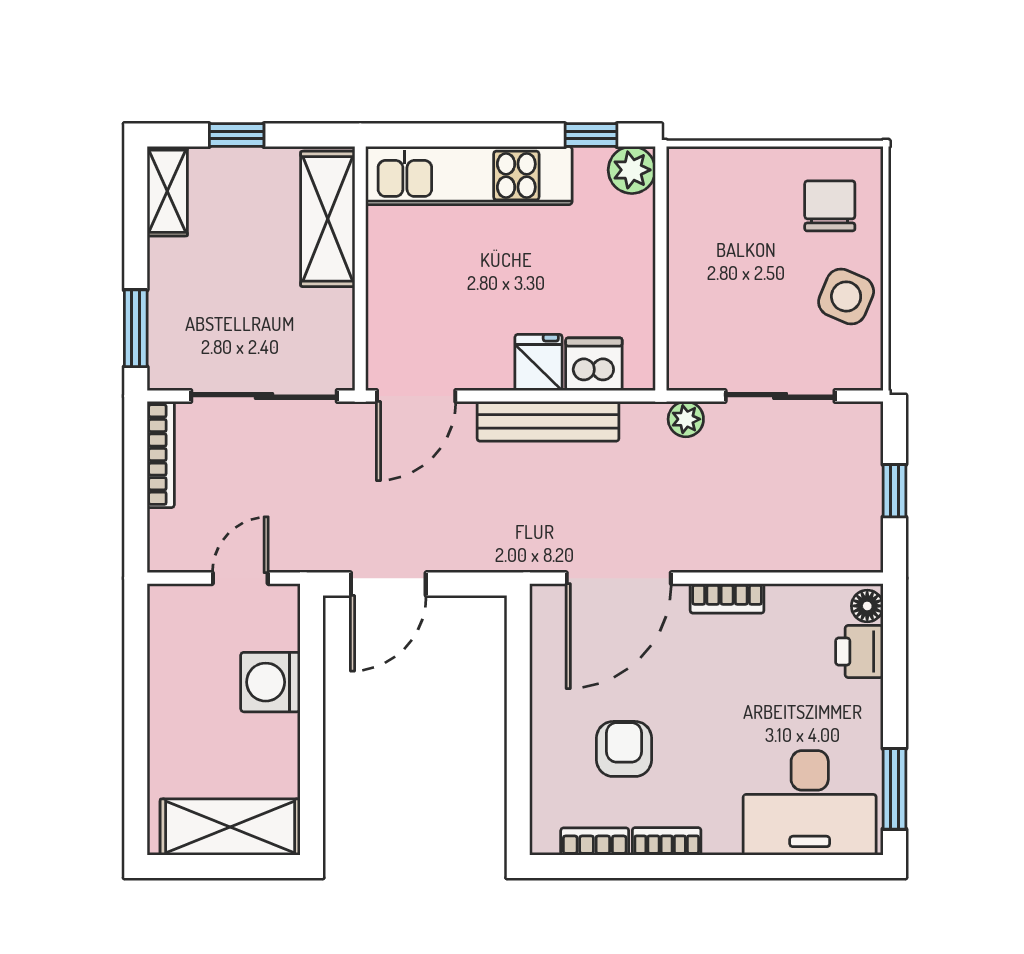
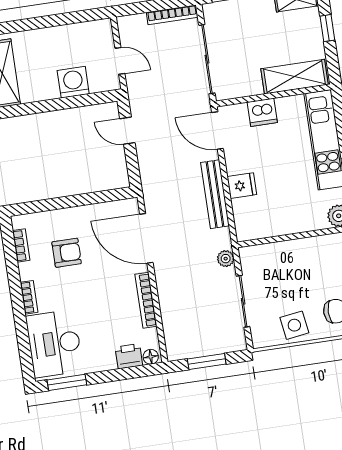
side table: (846, 296) -> (294, 325), turned -31
dishwasher: (594, 364) -> (262, 112), moved, turned 90
window: (894, 491) -> (207, 361), width x1.50
door: (388, 584) -> (127, 131), width x0.73
bookcase: (727, 598) -> (146, 300), width x1.56
bookcase: (667, 841) -> (29, 297), moved

